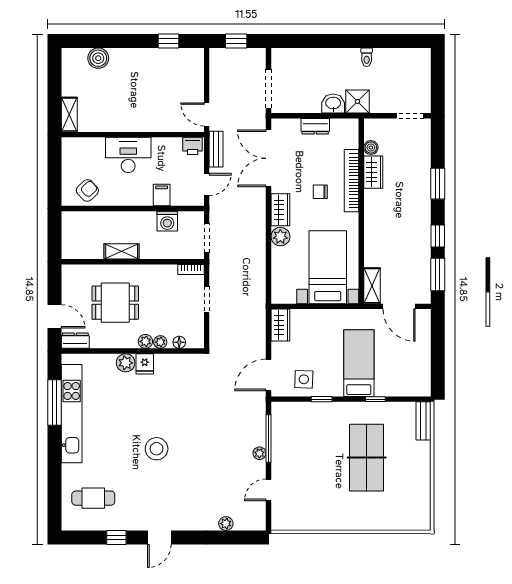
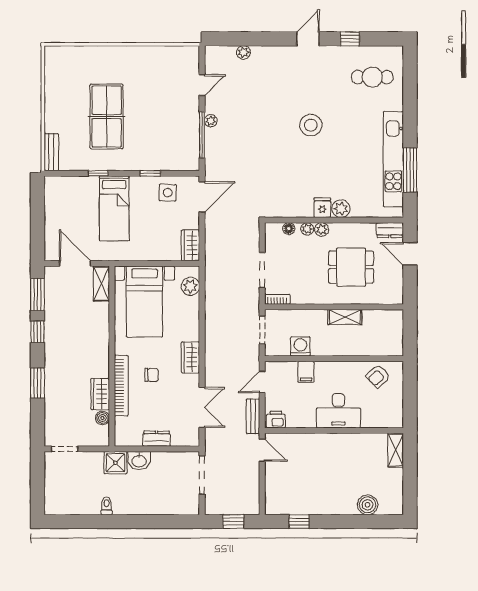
double door: (268, 158) -> (202, 407), width x0.73
plant: (280, 237) -> (190, 286), moved
doorway: (207, 300) -> (262, 270), width x1.38

